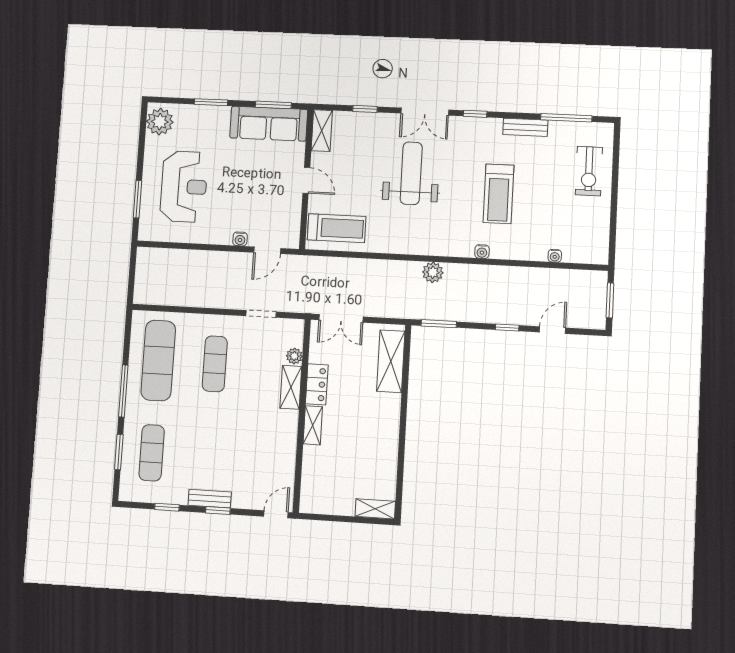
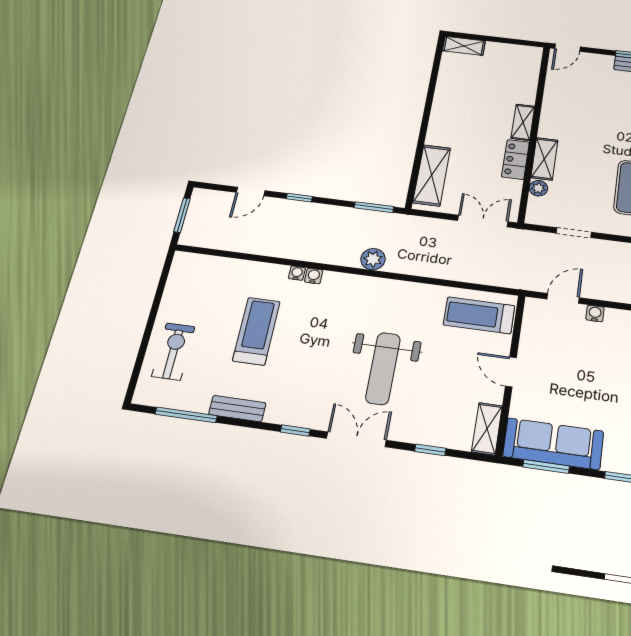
treadmill: (498, 194) -> (256, 331), moved
water cooler: (555, 256) -> (297, 273), moved

